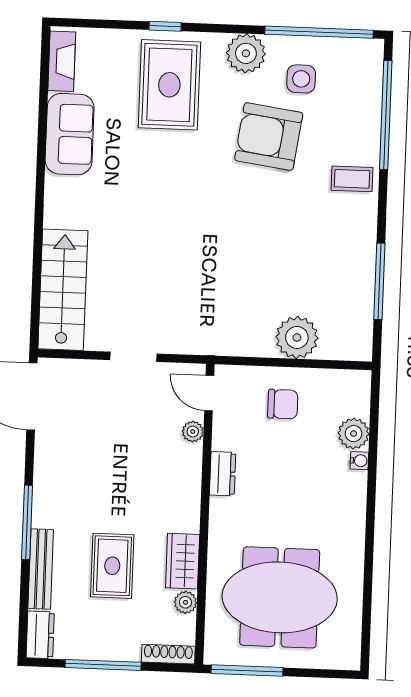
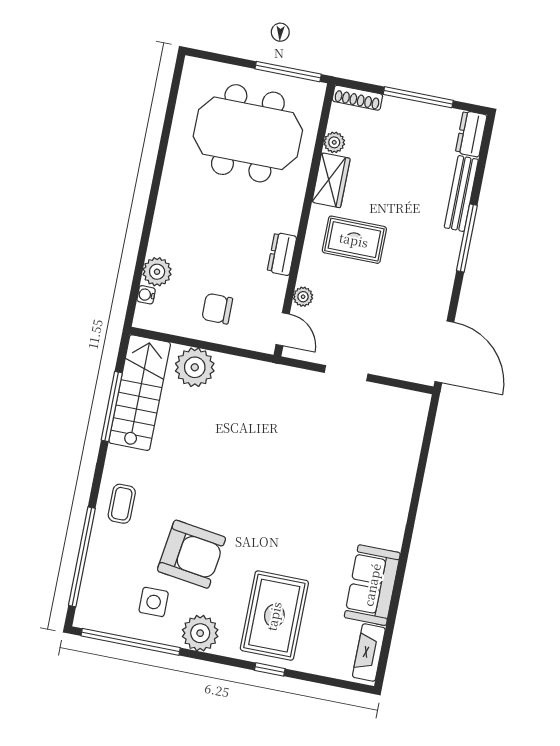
coffee table: (352, 179) -> (122, 504), turned 90
stairs: (63, 290) -> (140, 393), moved, turned 180
water cooler: (359, 461) -> (146, 295), moved
rug: (112, 566) -> (354, 240), moved, turned 90

